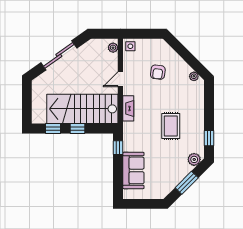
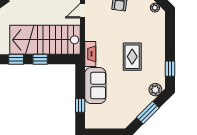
fireplace: (128, 108) -> (90, 54), moved
window: (118, 148) -> (80, 105), moved
sofa: (133, 170) -> (95, 86), moved

